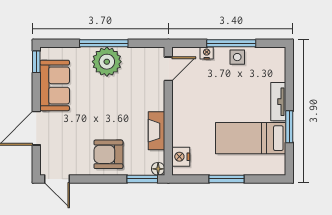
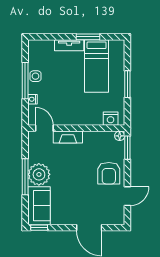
sofa: (55, 85) -> (39, 206), moved, turned 90
fireplace: (156, 131) -> (68, 137), moved
door: (57, 179) -> (127, 196), moved

